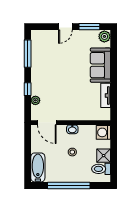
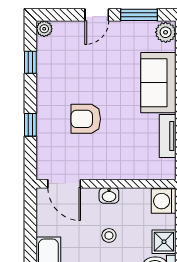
window: (28, 54) -> (30, 62), width x0.46
armchair: (59, 86) -> (86, 119), added
plant: (35, 100) -> (44, 29), moved

